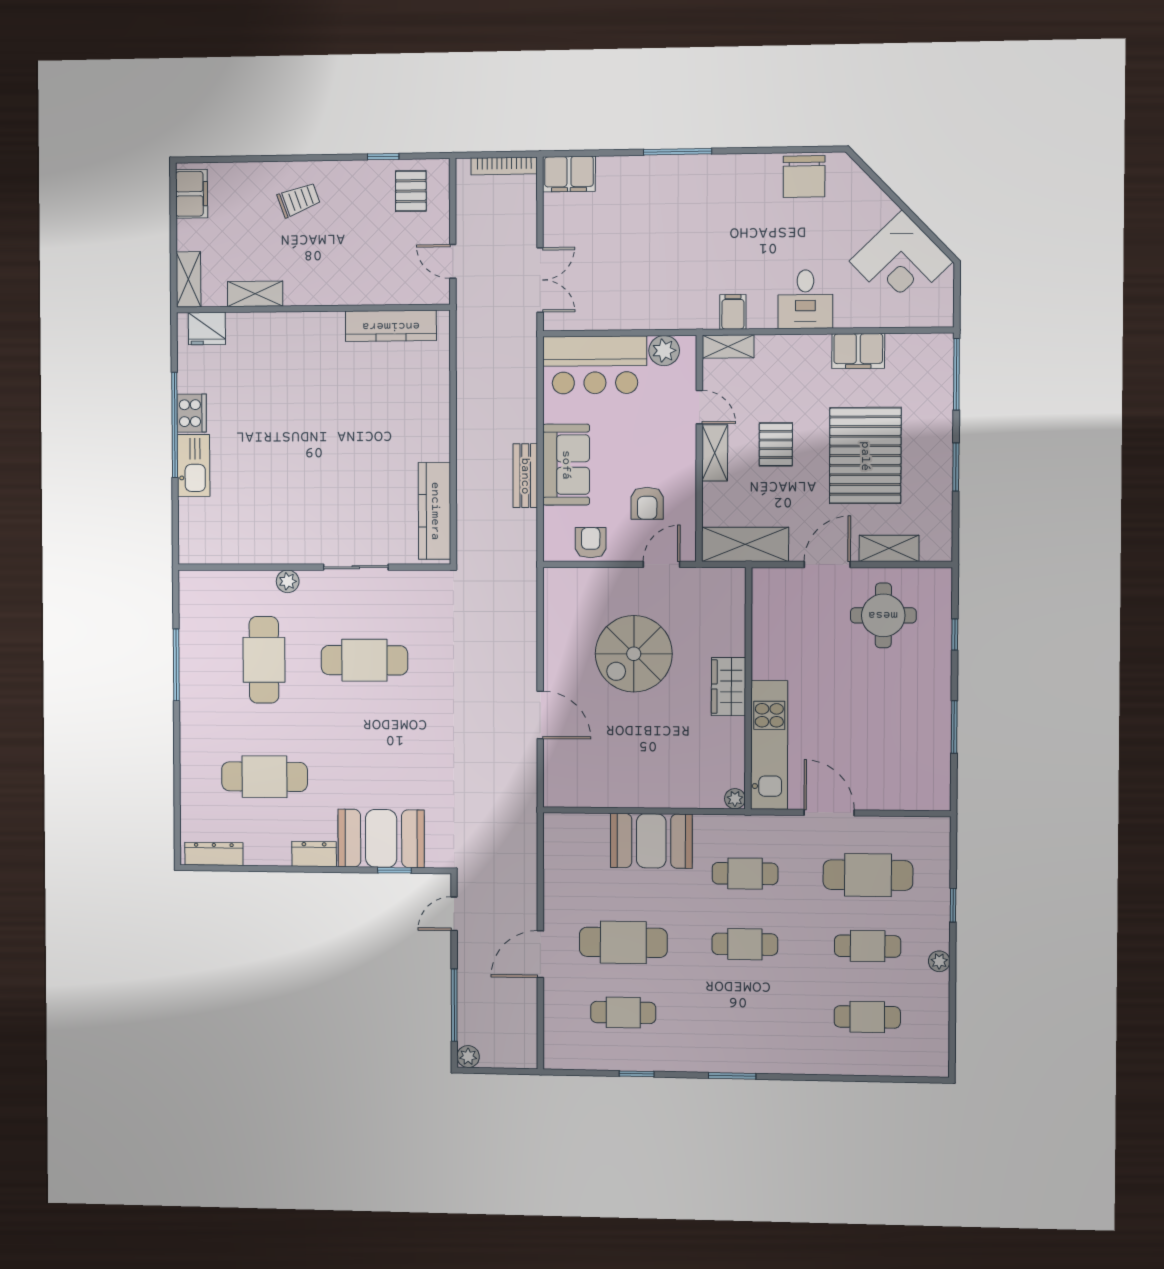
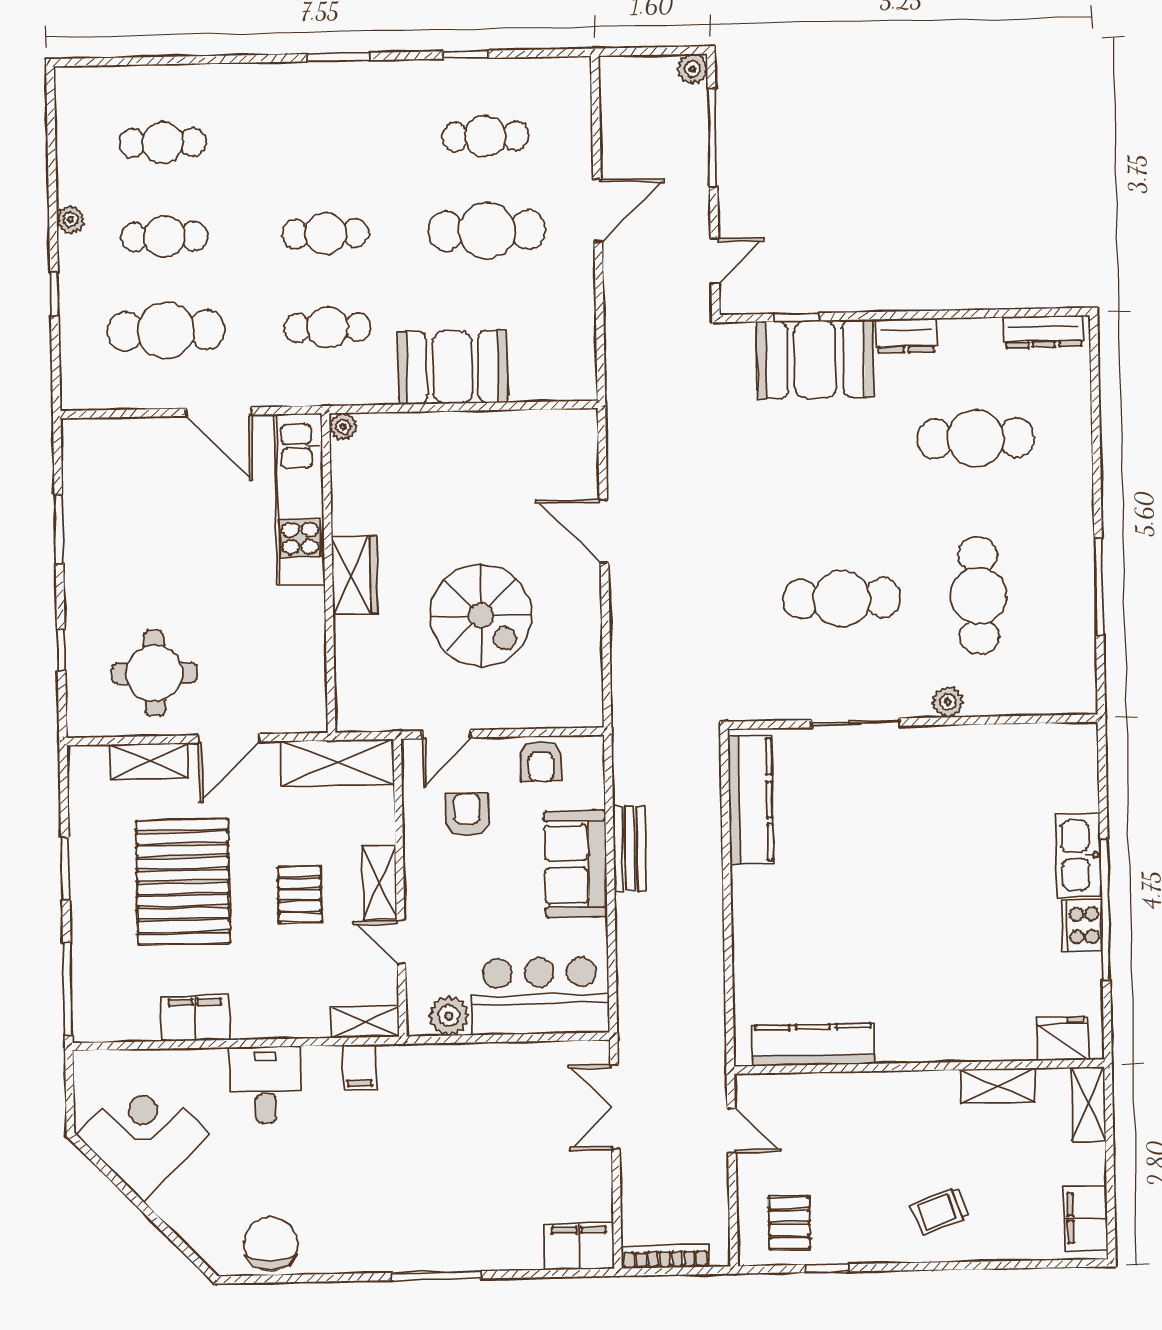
spiral stairs: (634, 654) -> (481, 615), turned 90

